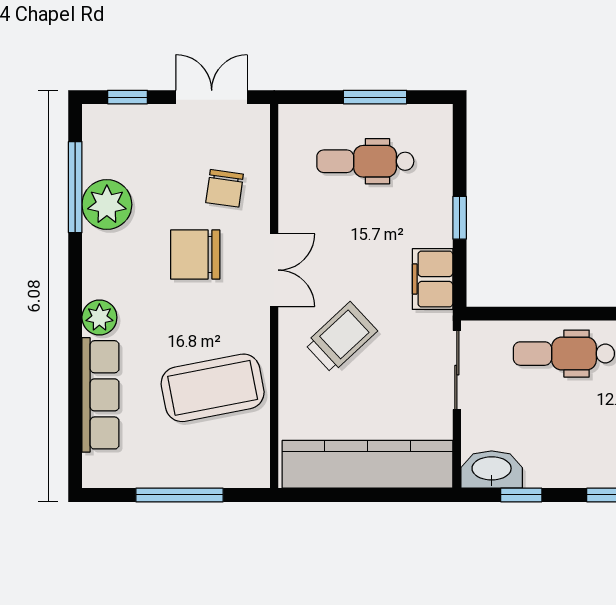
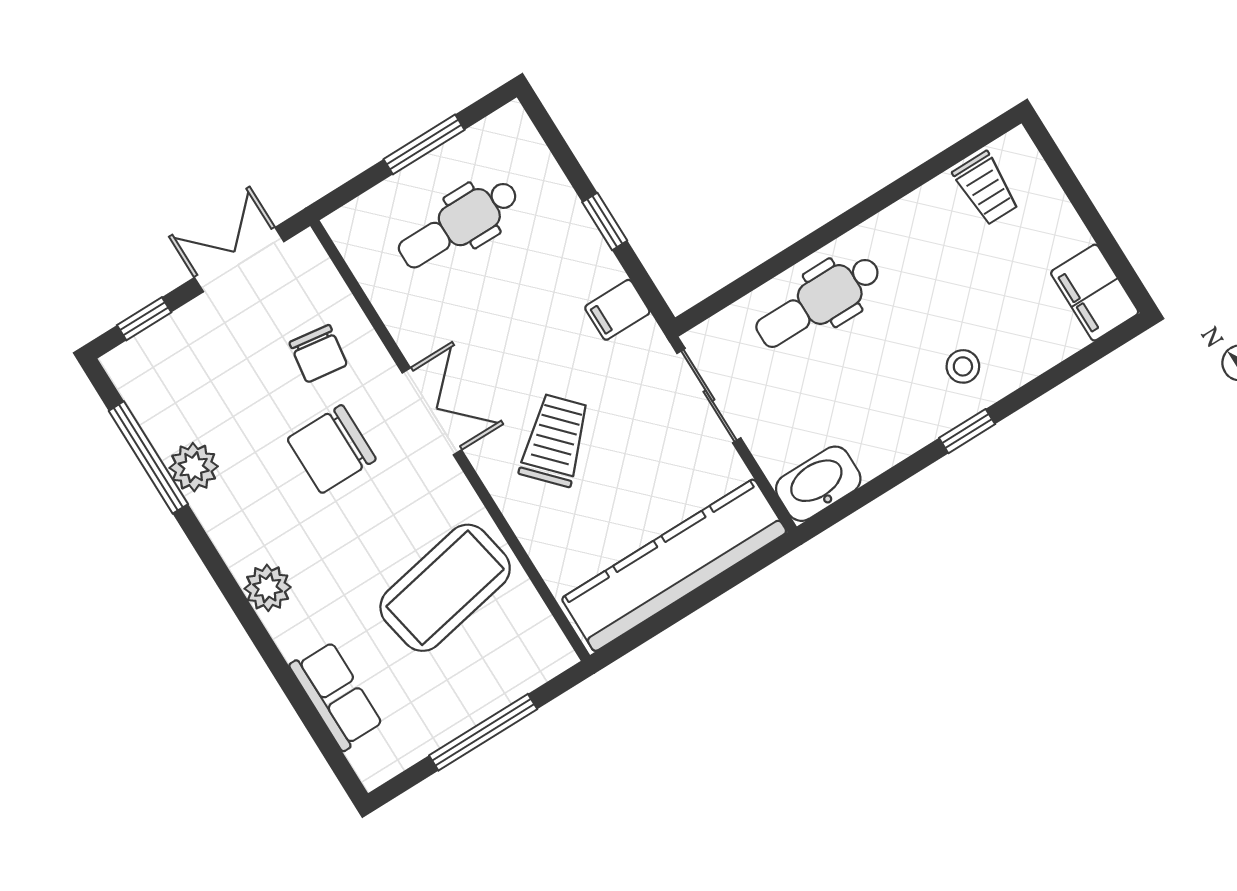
plant: (107, 205) -> (194, 467), width x0.73, depth x0.73
filing cabinet: (433, 279) -> (617, 310), width x0.50
row of seats: (100, 395) -> (336, 696), width x0.68
window: (521, 495) -> (870, 492), removed

